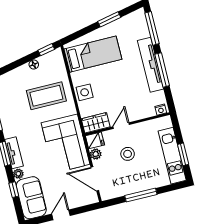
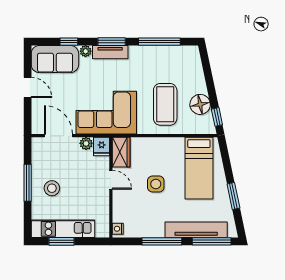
floor lamp: (34, 64) -> (200, 104), width x1.89, depth x1.89
tv unit: (151, 65) -> (196, 230), moved
side table: (85, 92) -> (156, 184), moved
stool: (128, 154) -> (52, 188), moved
door: (95, 179) -> (58, 136), hinge flipped

